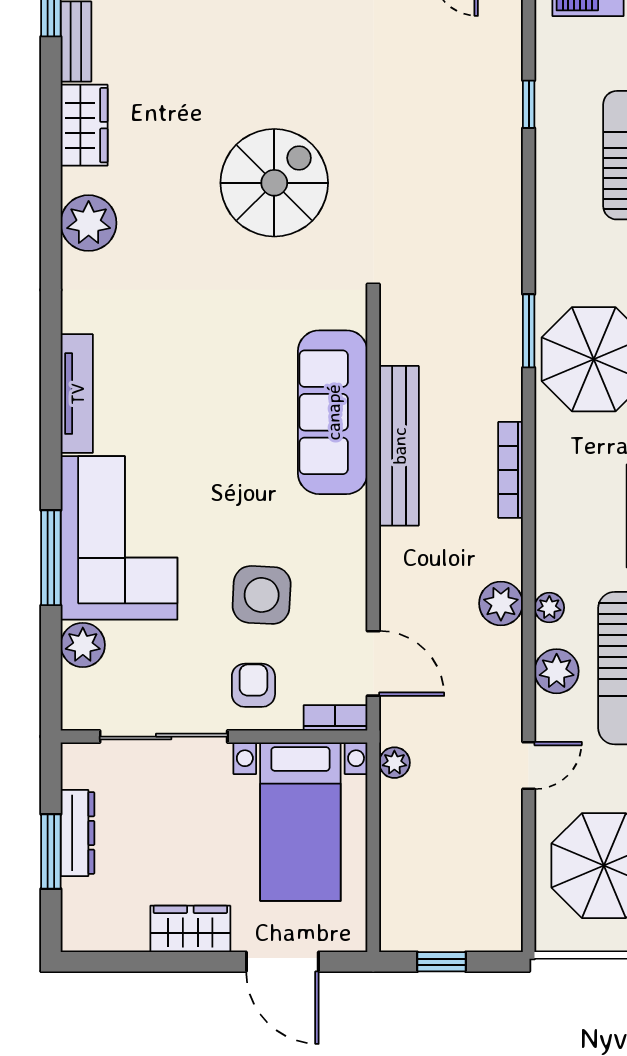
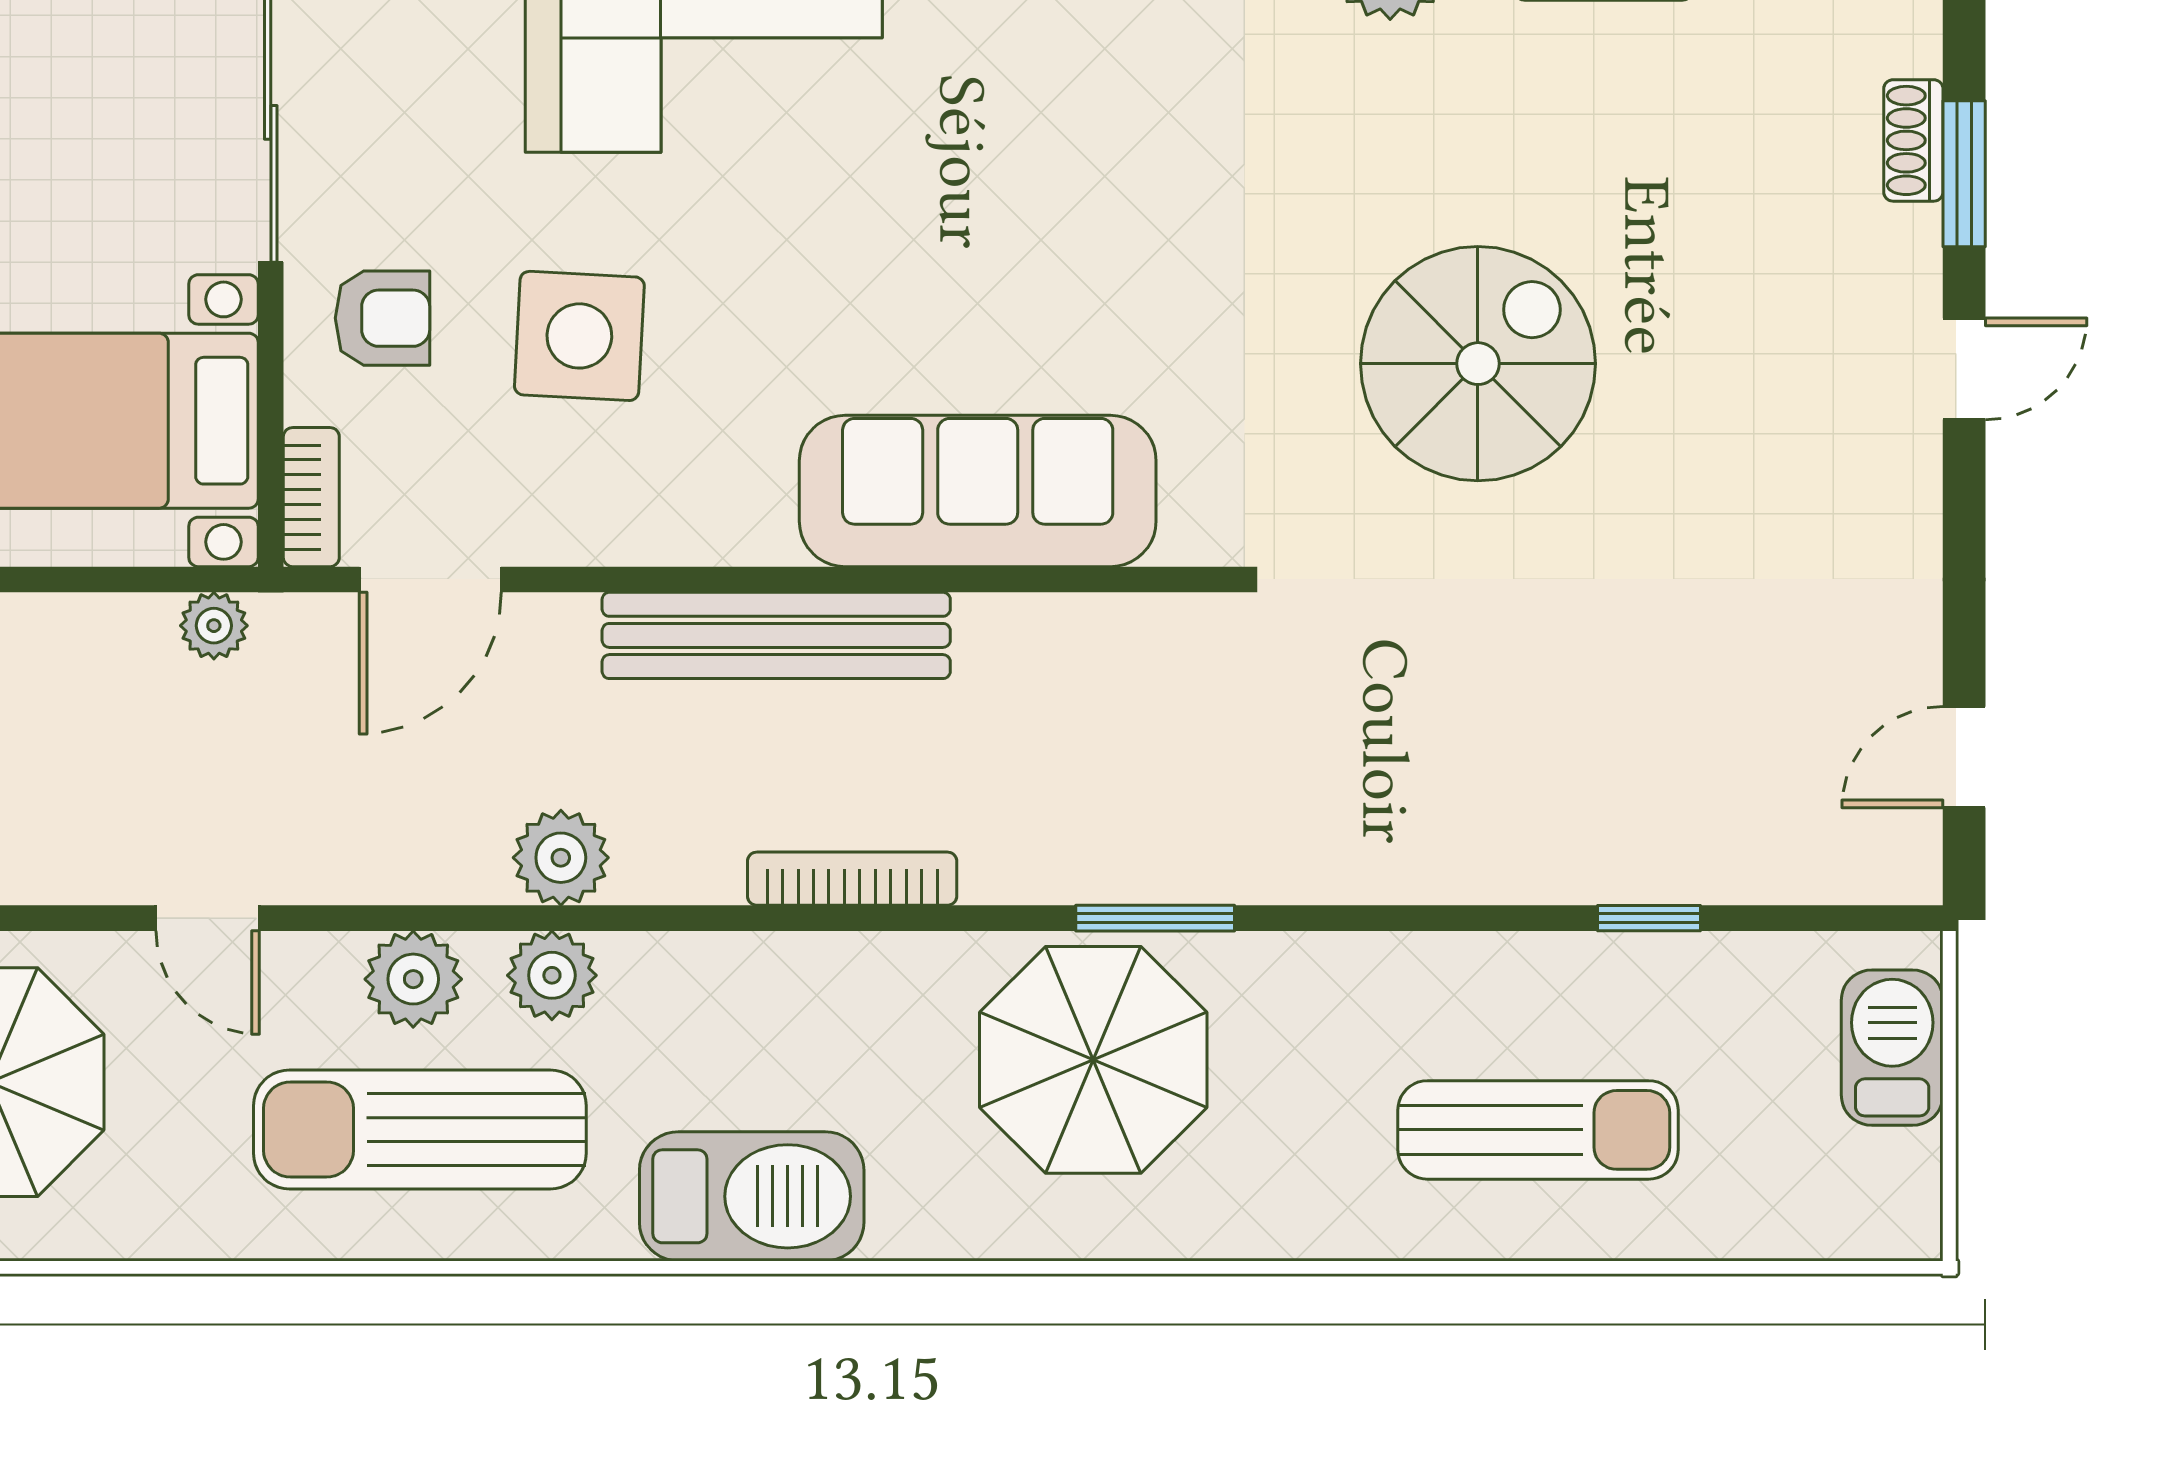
spiral stairs: (274, 183) -> (1478, 364), turned -90
bench: (399, 446) -> (776, 635), moved
plant: (549, 608) -> (552, 975), width x1.38, depth x1.38

